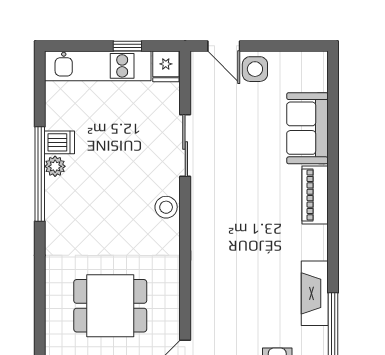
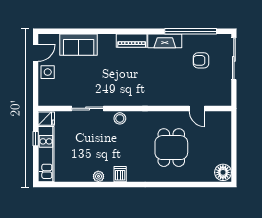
door: (224, 46) -> (36, 53), moved
dishwasher: (59, 142) -> (120, 174), moved
window: (40, 174) -> (103, 184), removed
piano: (315, 195) -> (132, 41), moved

